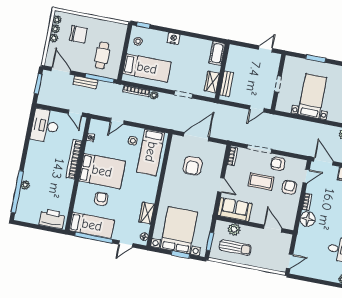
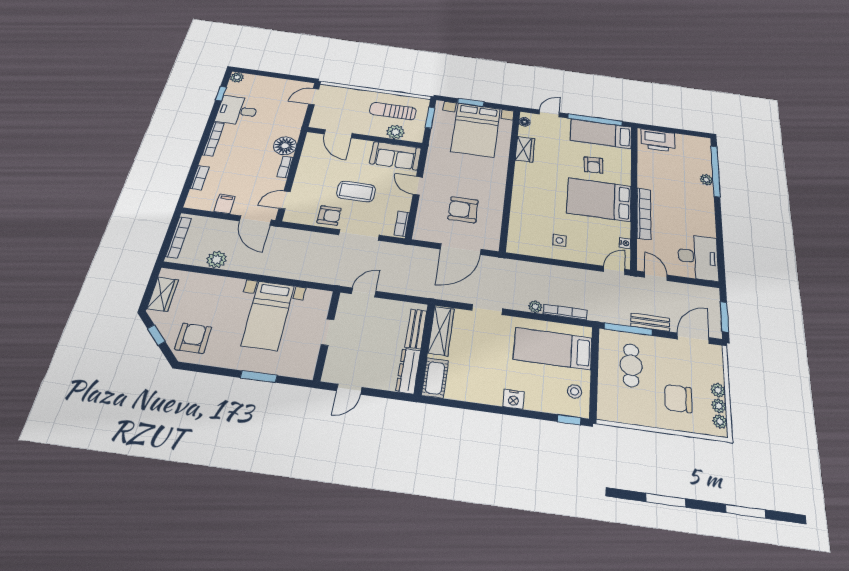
dresser: (232, 58) -> (408, 371), added
door: (61, 71) -> (693, 338), swing flipped
wardrobe: (212, 82) -> (441, 331), width x1.50
door: (117, 121) -> (614, 270), moved
bed: (151, 152) -> (530, 226), removed
armchair: (193, 166) -> (463, 210), turned -90
armchair: (289, 187) -> (312, 185), removed

